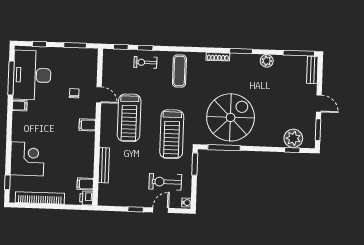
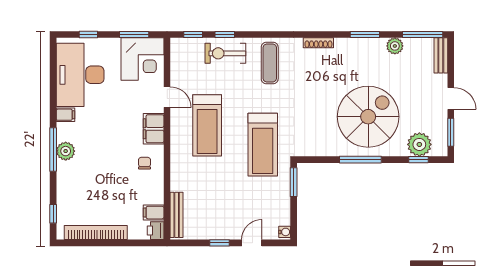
window: (241, 51) -> (365, 35), moved
plant: (267, 61) -> (395, 46), moved
exercise bike: (145, 62) -> (225, 53), width x1.38, depth x1.39
window: (11, 78) -> (53, 150), moved
chair: (74, 93) -> (144, 163), moved
spiral stairs: (231, 117) -> (368, 117), moved
filing cabinet: (87, 125) -> (154, 129), width x2.00
plant: (19, 134) -> (66, 151), added
window: (224, 148) -> (360, 160), moved
corner desk: (27, 159) -> (142, 59), moved, turned 90
bench: (104, 165) -> (177, 215), moved
exercise bike: (165, 182) -> (256, 206), removed

